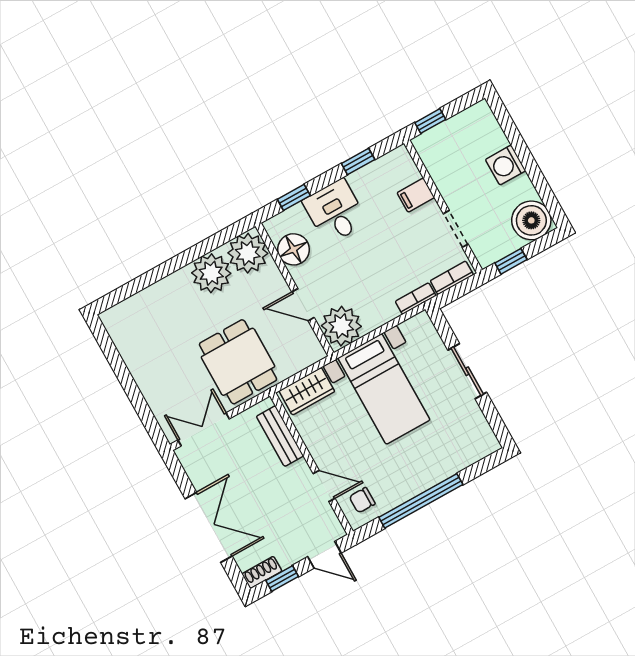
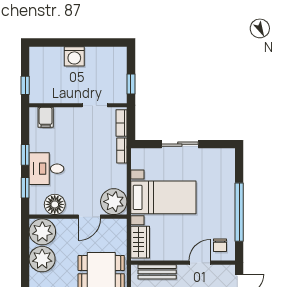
window: (358, 161) -> (25, 155), moved
filing cabinet: (416, 195) -> (46, 117), moved
boiler: (531, 220) -> (114, 59), removed

